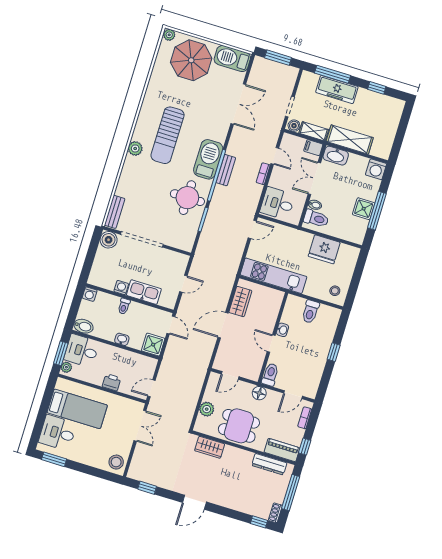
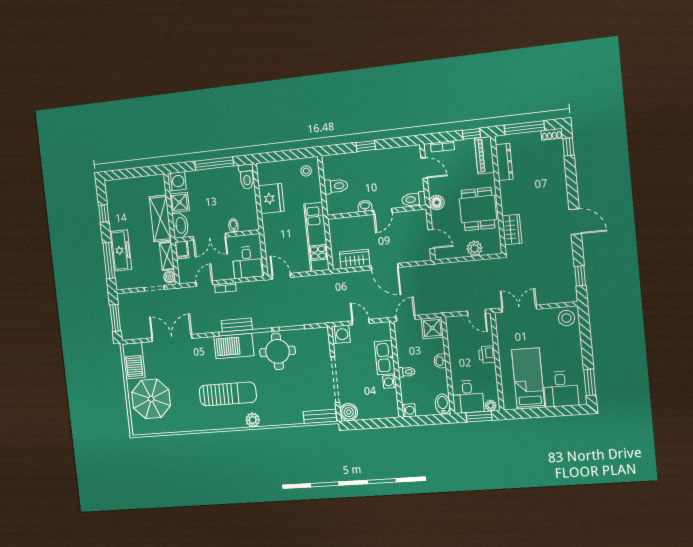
plant: (169, 35) -> (137, 429), removed
shower: (364, 209) -> (179, 202), moved
toilet: (316, 218) -> (247, 177), moved, turned 180
washing machine: (180, 261) -> (341, 334), added

